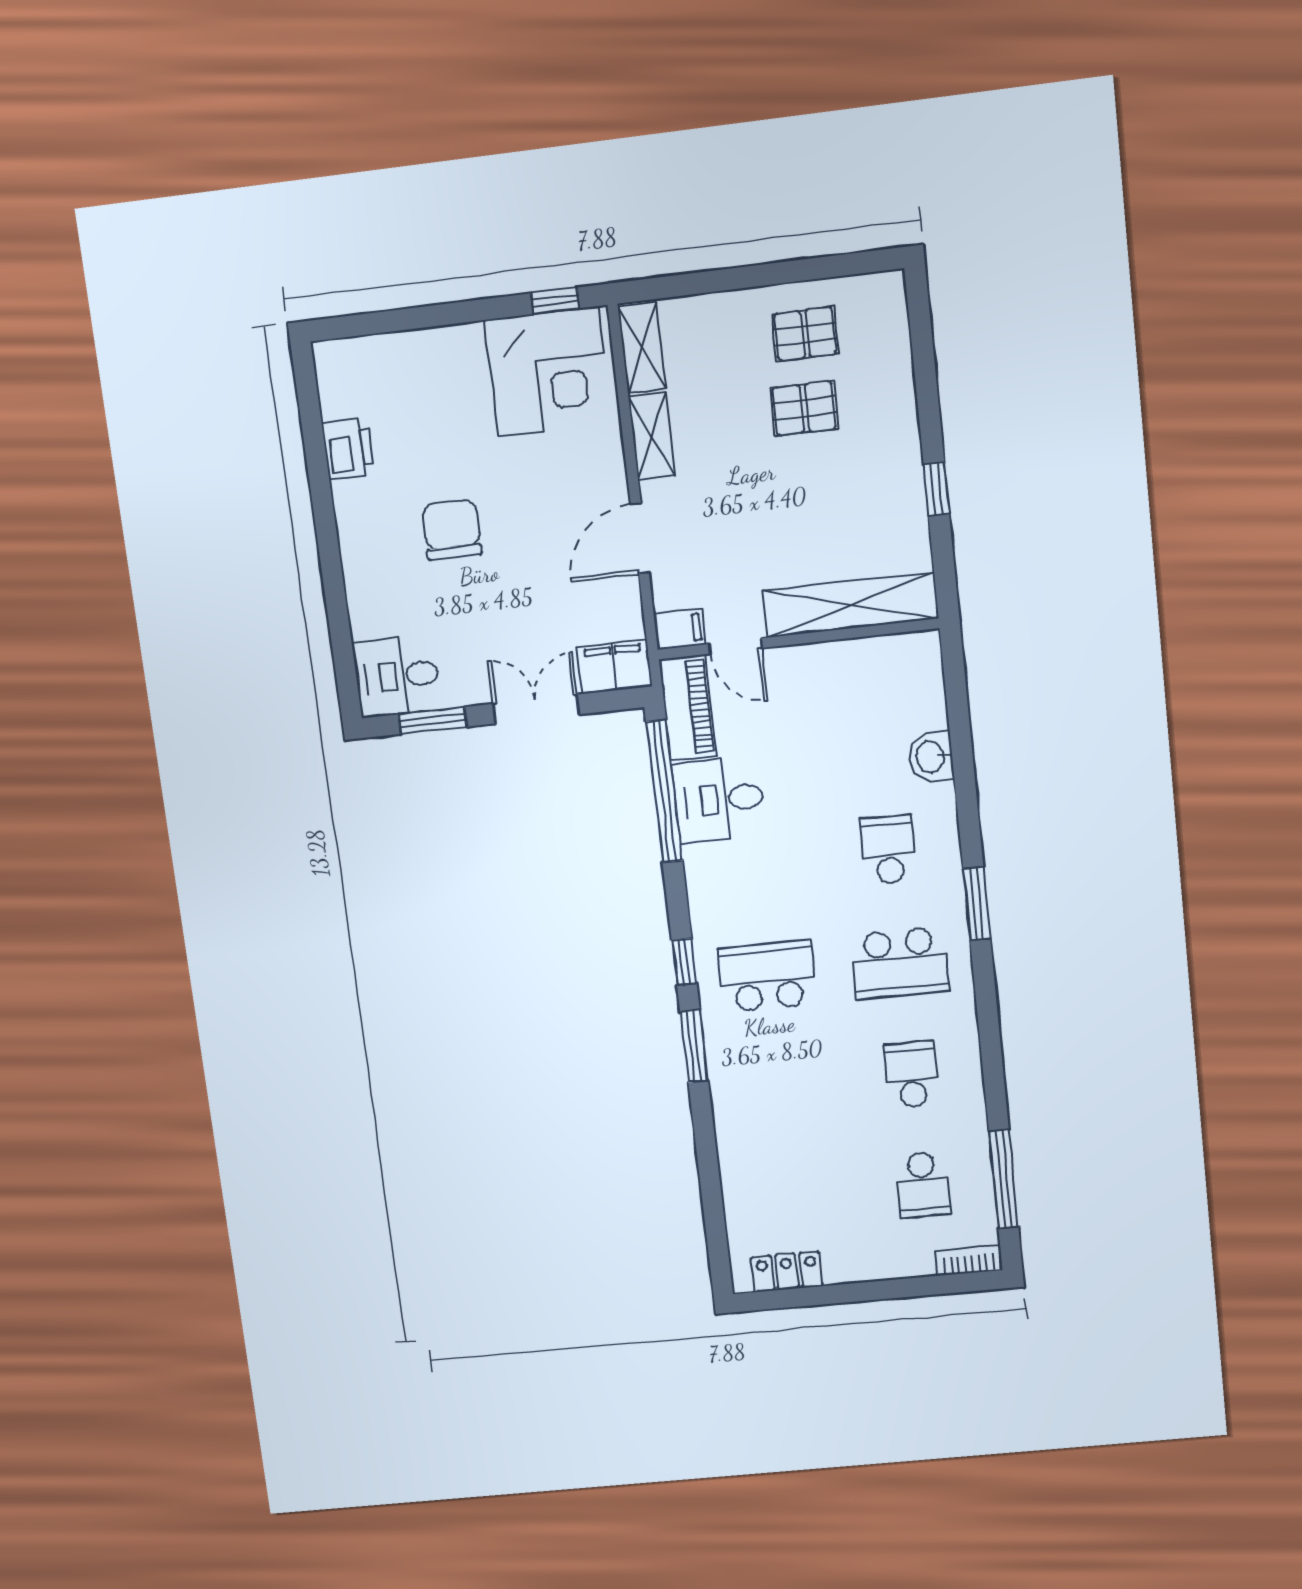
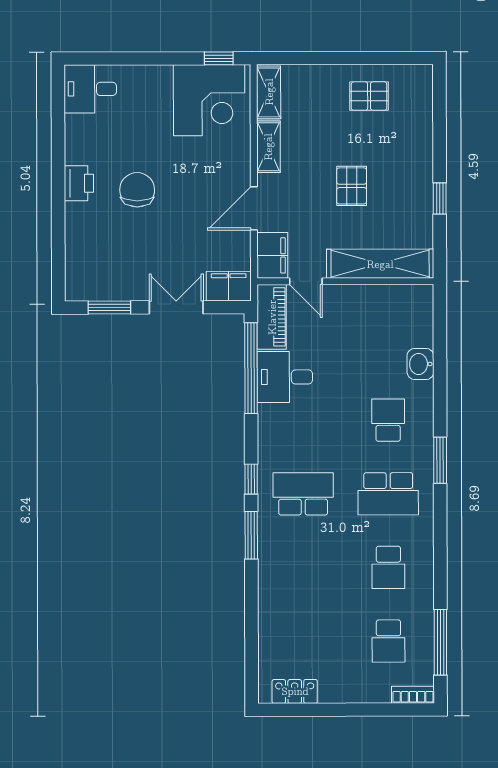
pallet: (804, 408) -> (352, 186), moved, turned 90
printer: (348, 449) -> (79, 183), moved
filing cabinet: (680, 629) -> (272, 255), width x2.00
desk: (397, 676) -> (90, 89), moved
school desk: (912, 1075) -> (388, 567), turned 180

